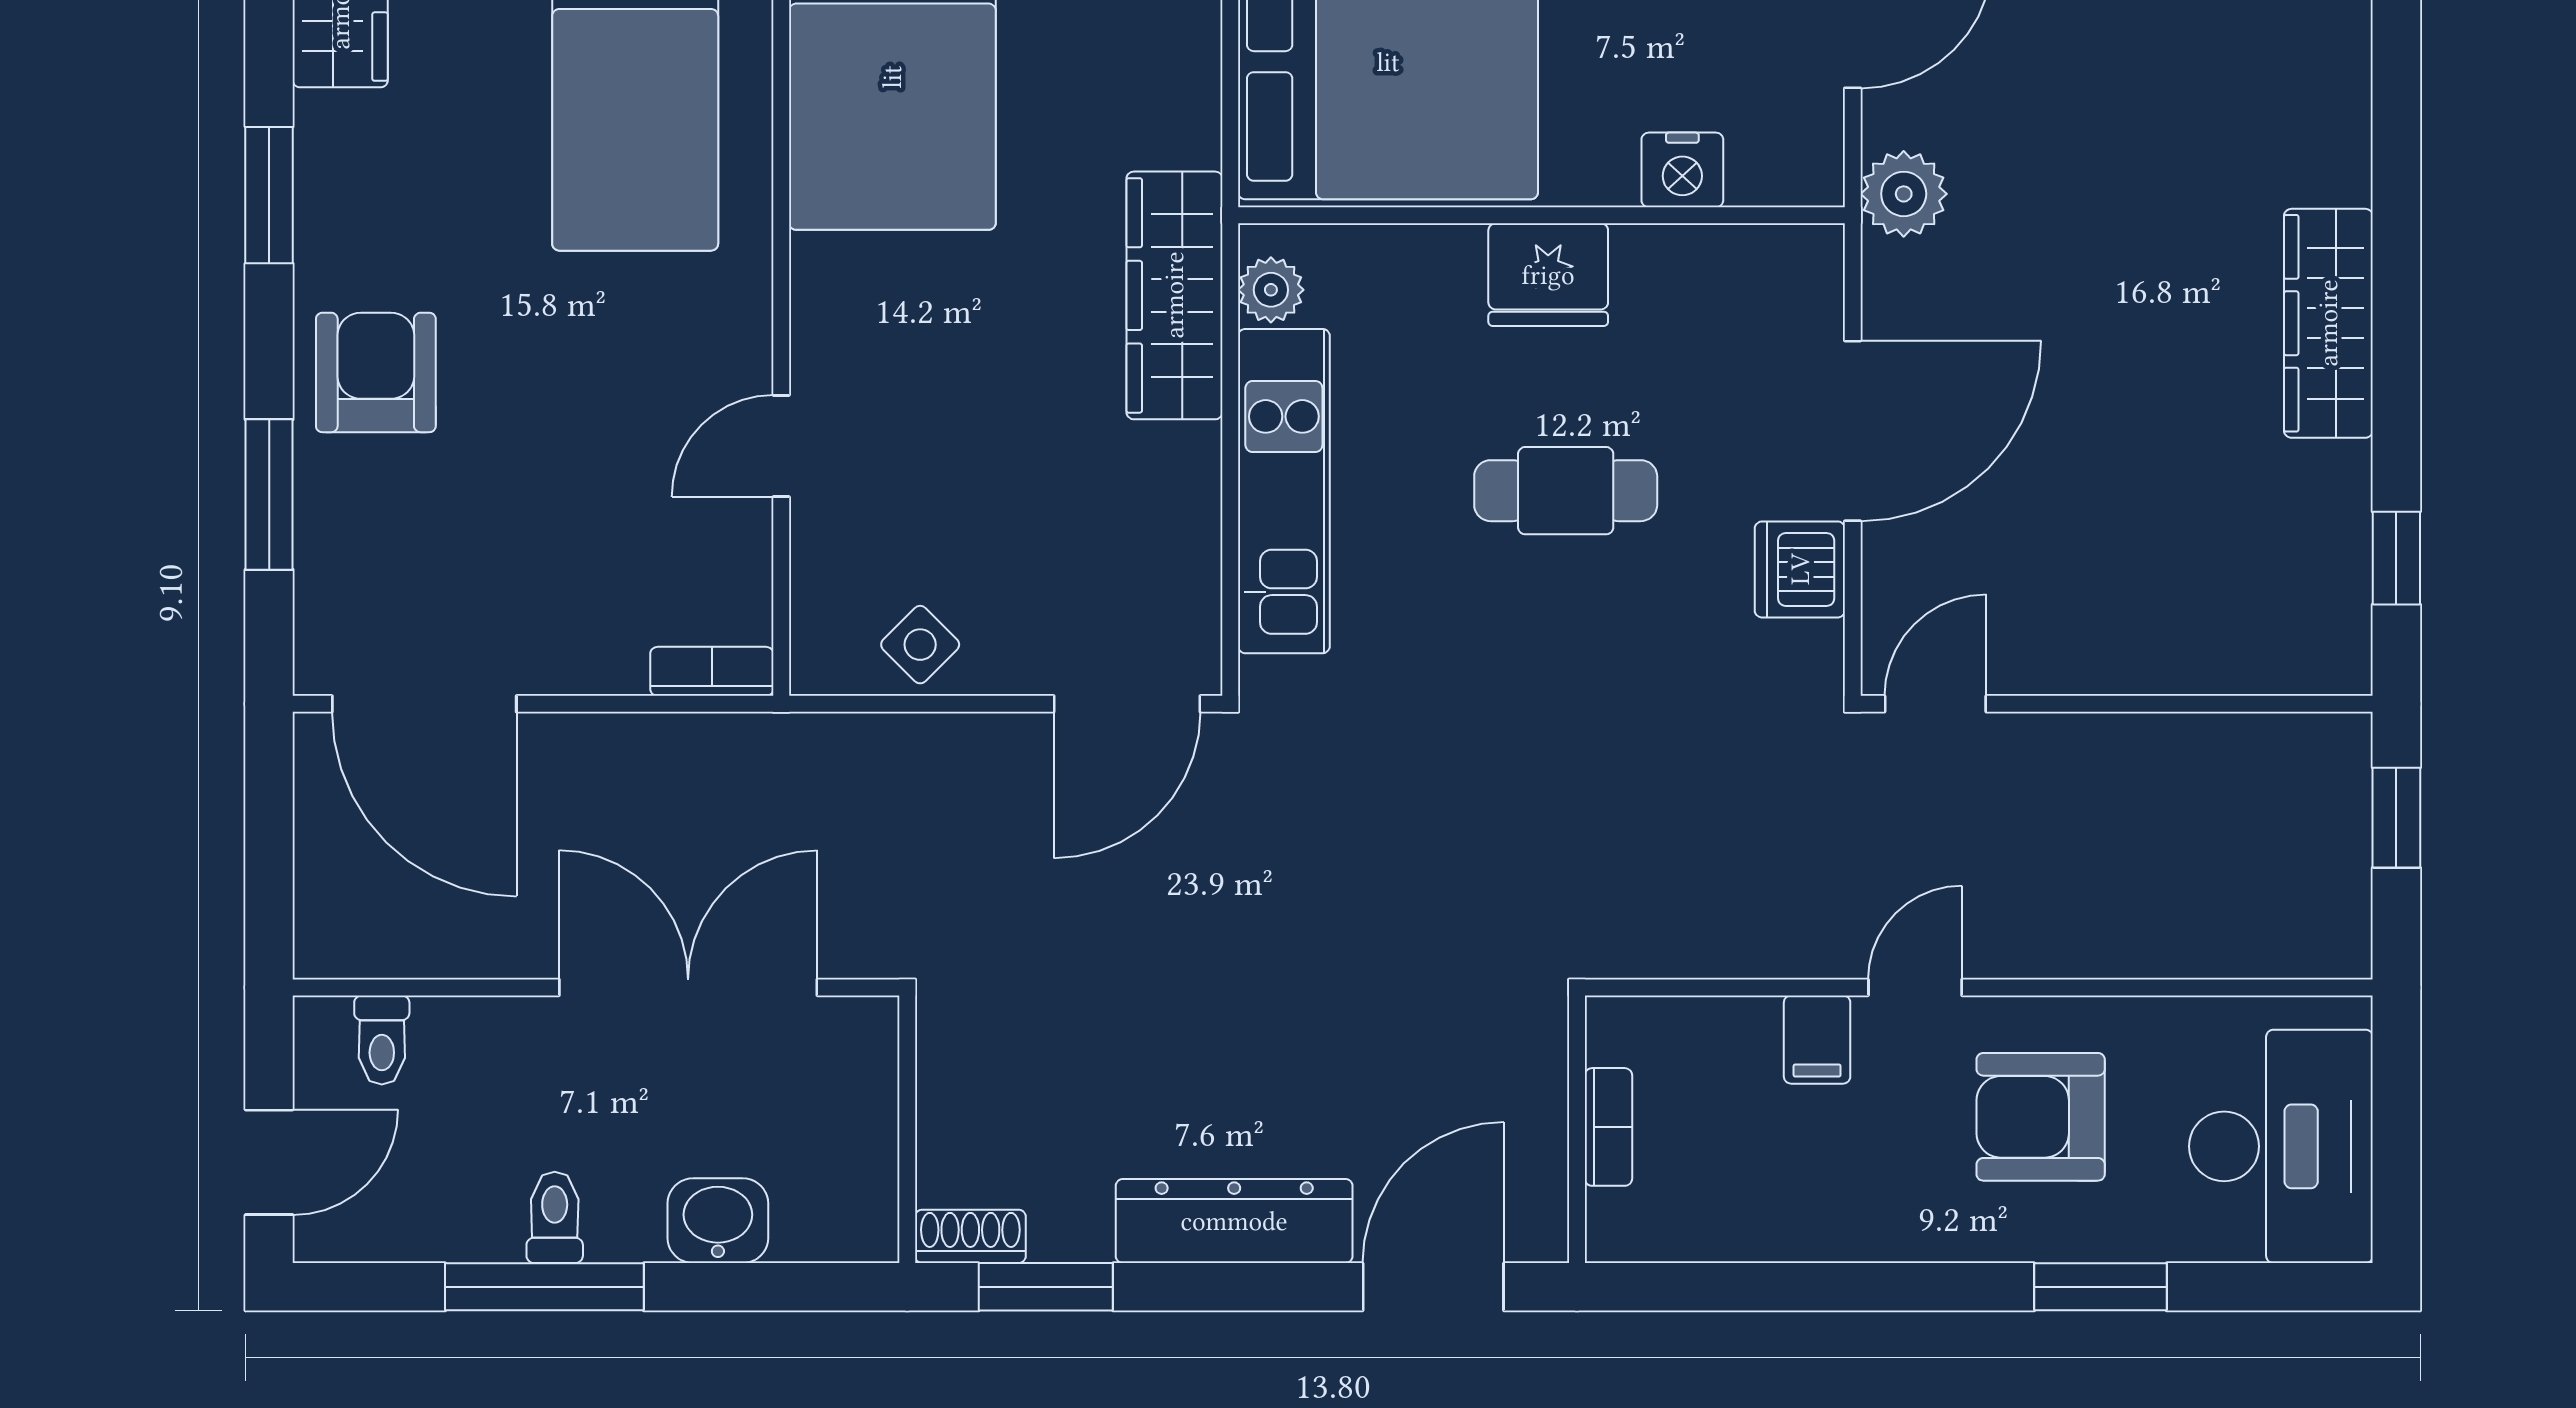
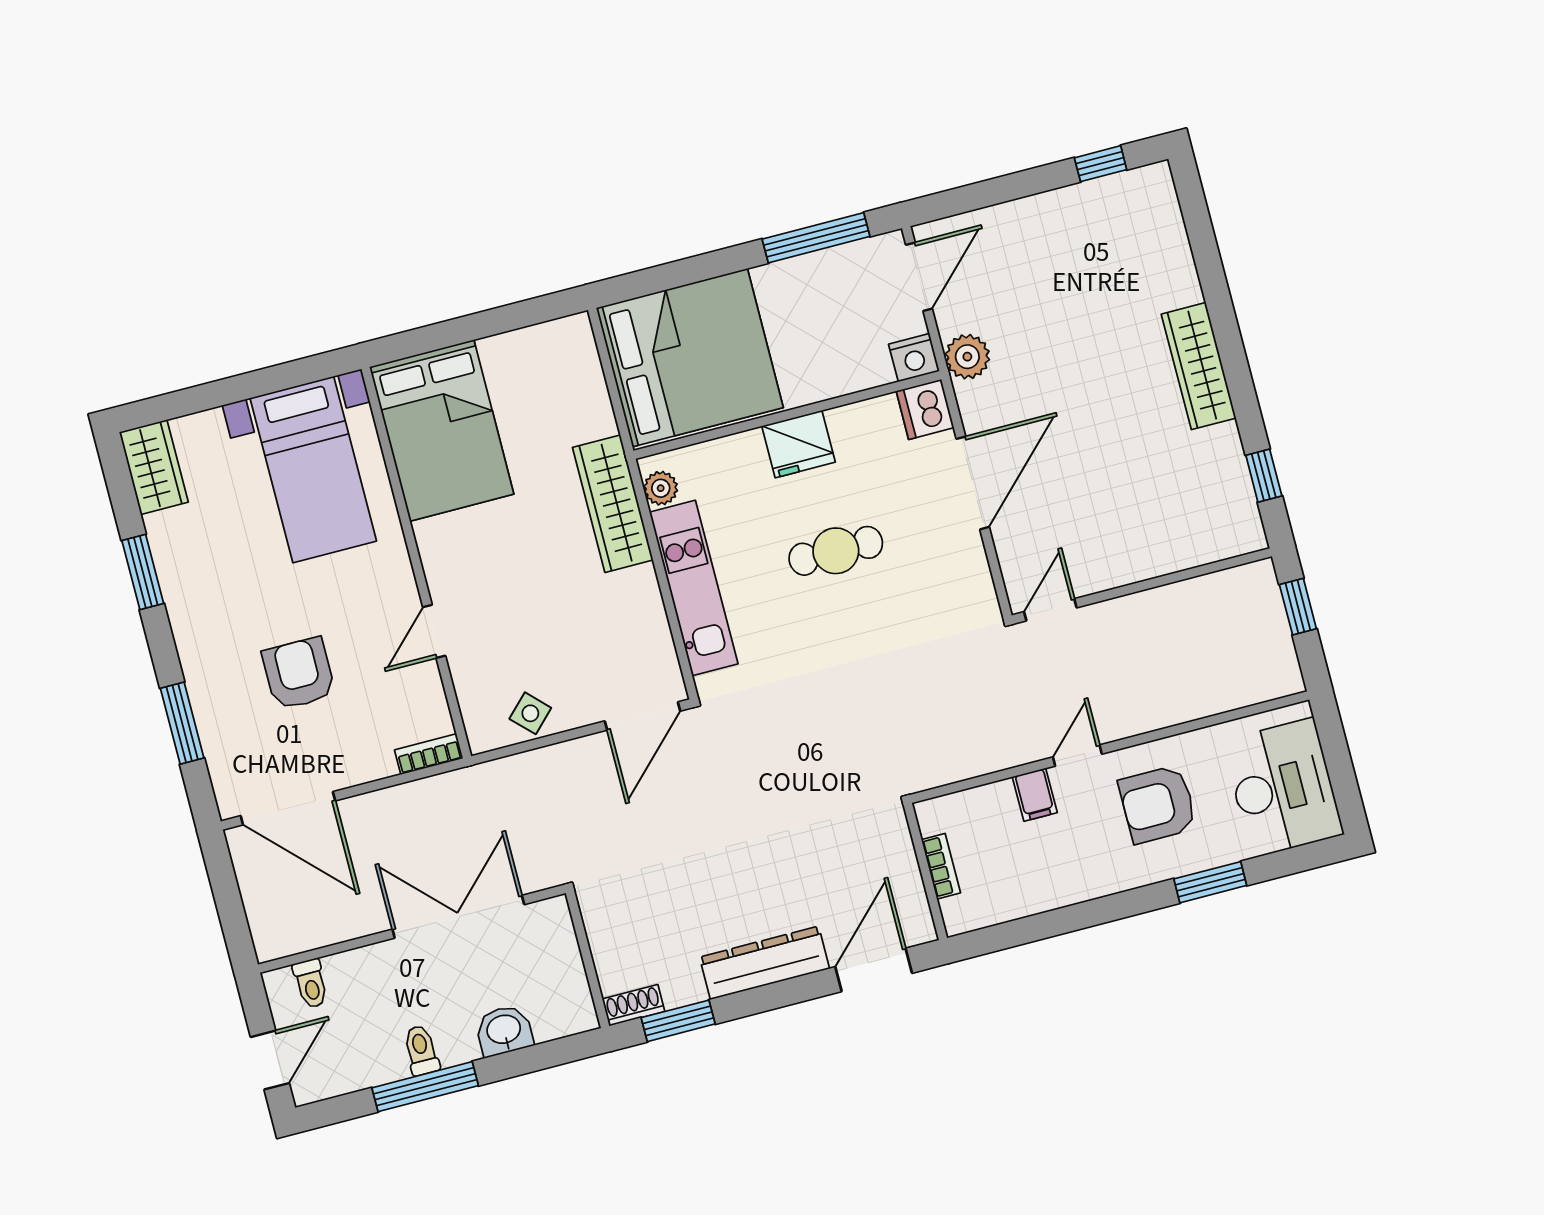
nightstand: (1682, 170) -> (914, 358), moved
armchair: (376, 372) -> (299, 674), moved
dishwasher: (1800, 569) -> (925, 409), moved

